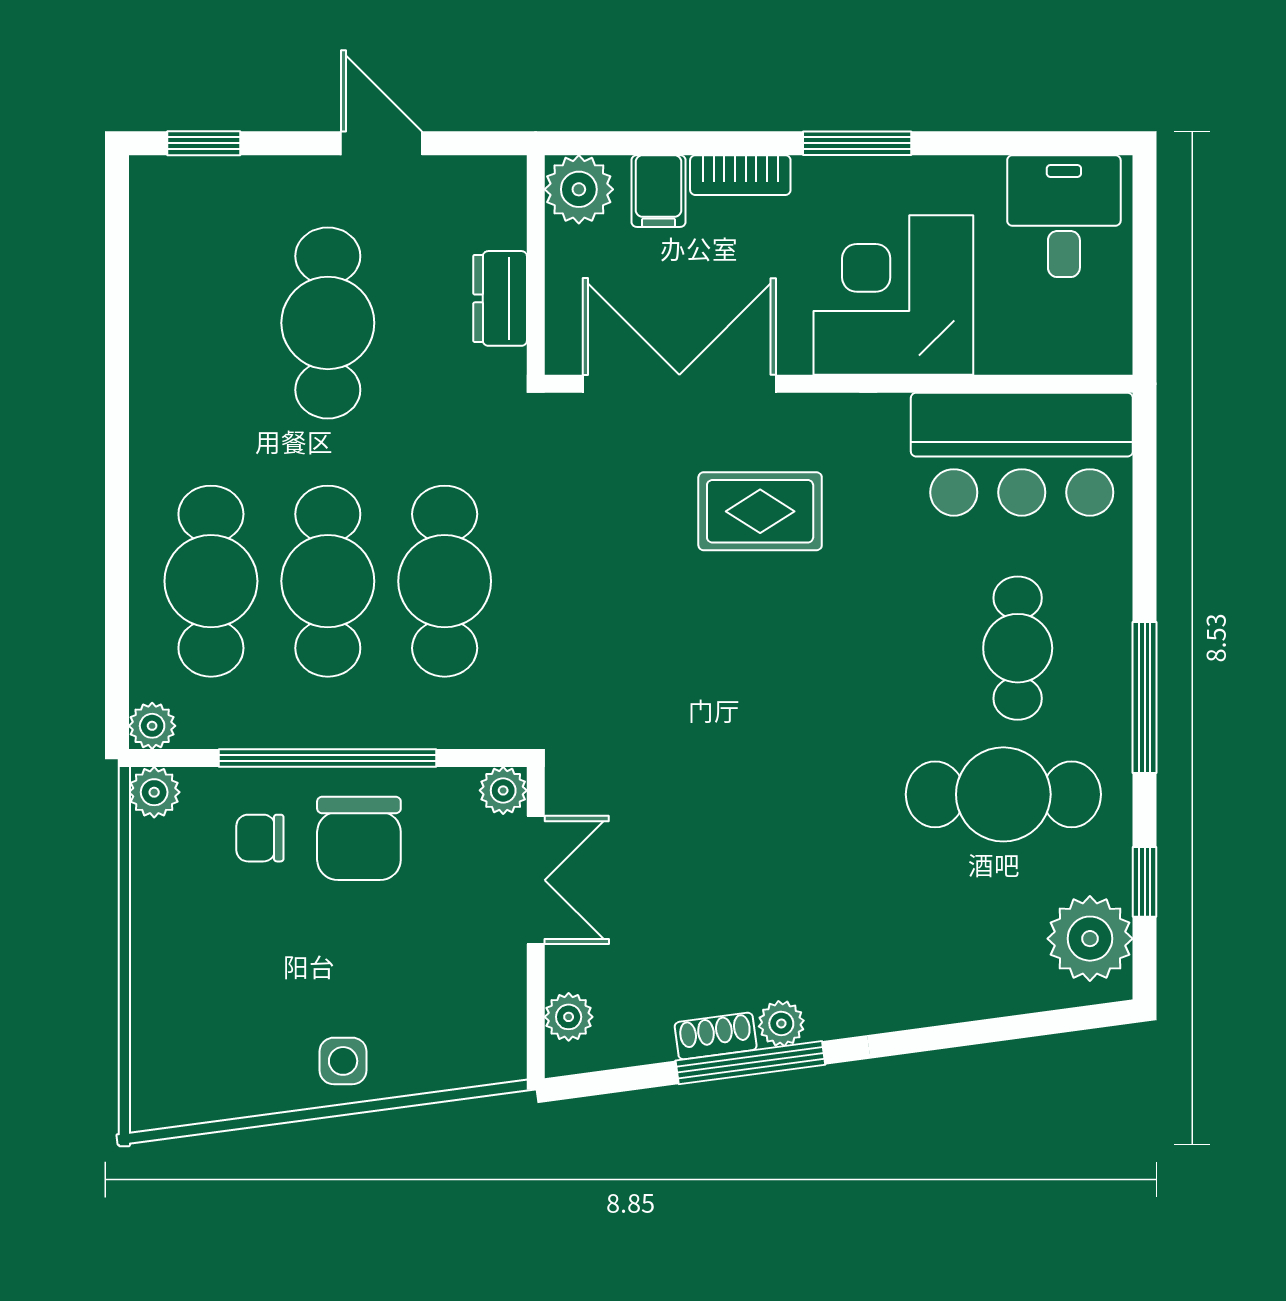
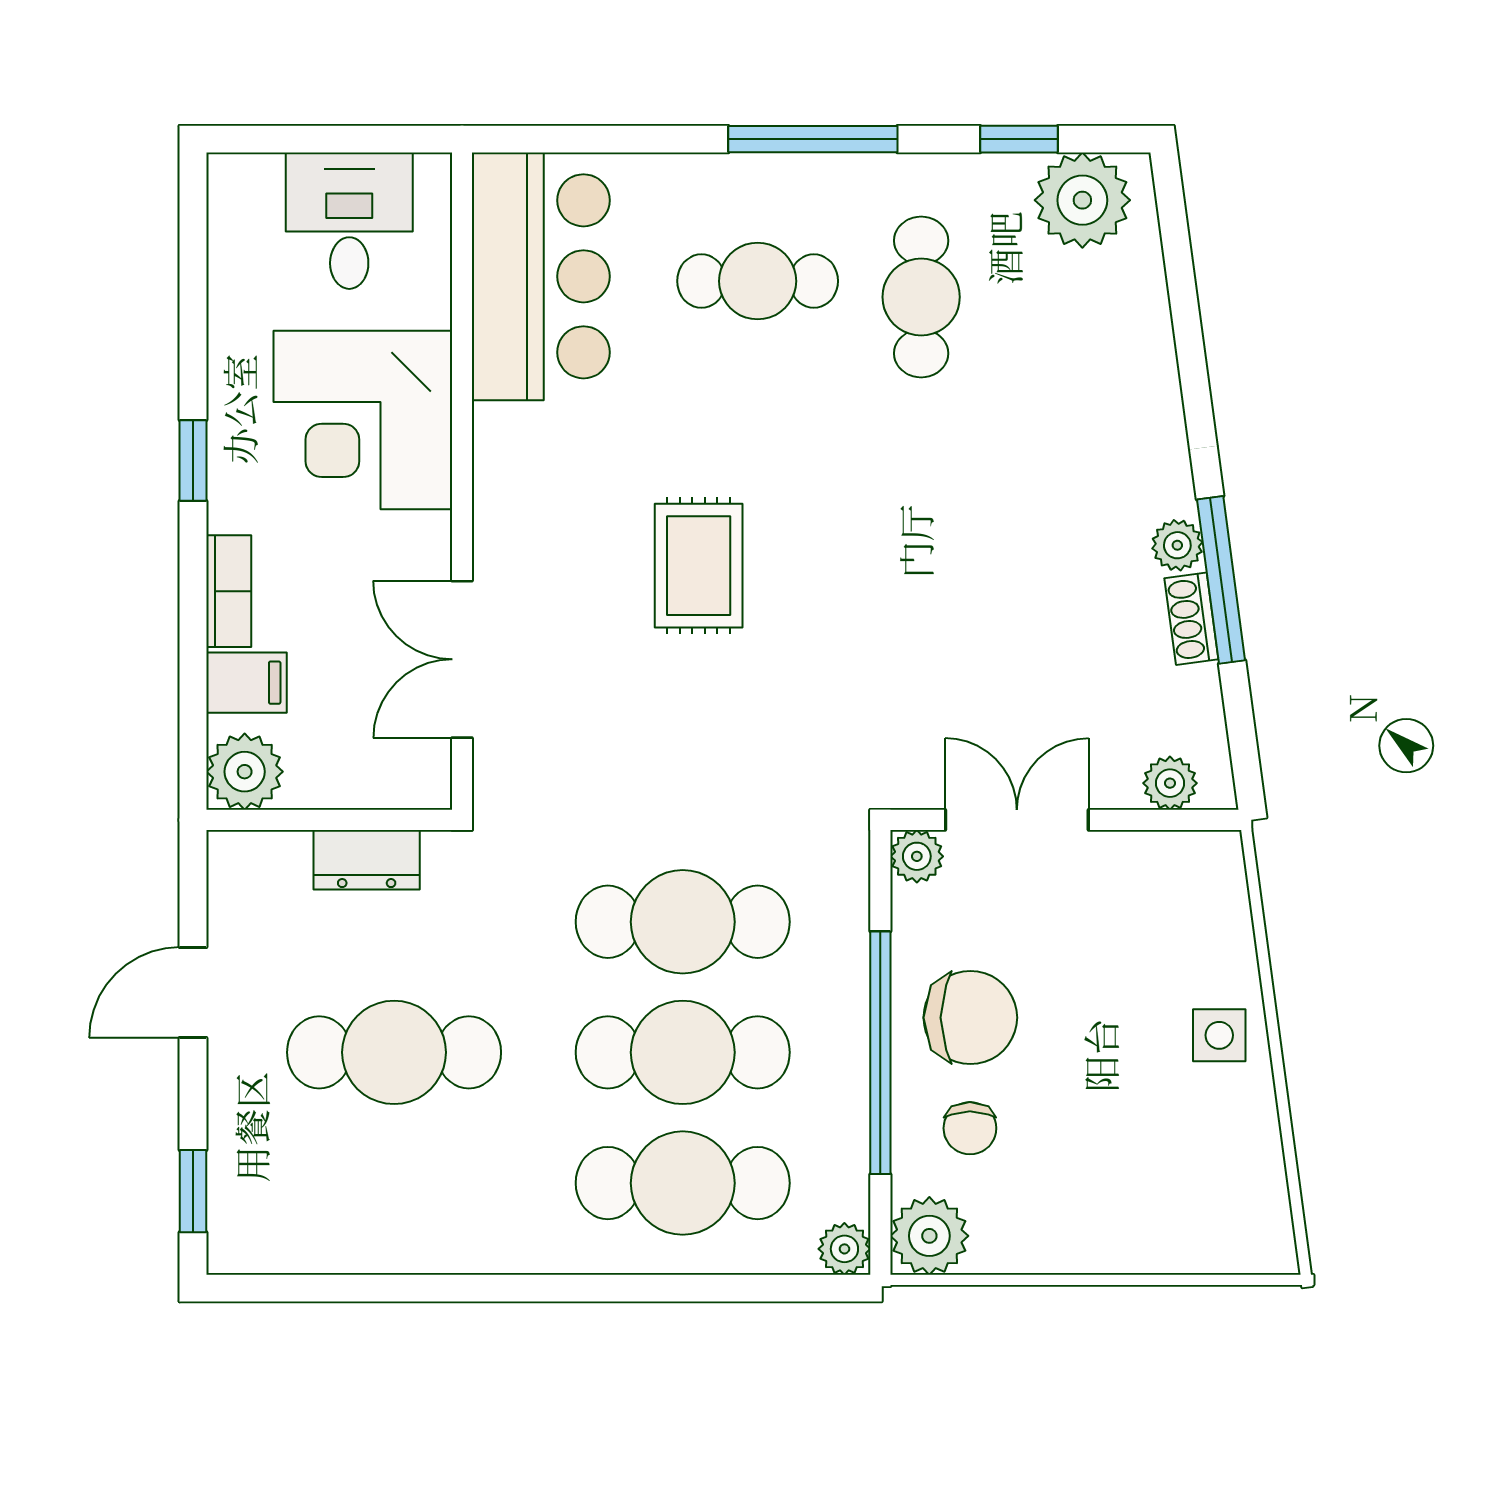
window: (857, 143) -> (193, 461), width x0.67
desk: (1064, 216) -> (349, 221), moved, turned 90
double door: (679, 384) -> (462, 659), width x0.73
rug: (760, 511) -> (699, 566), moved
plant: (154, 792) -> (929, 1236), width x1.38, depth x1.38
cafe table: (1003, 794) -> (921, 297), width x0.73, depth x0.74

